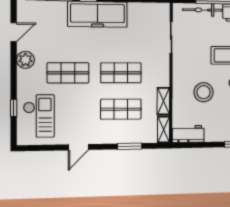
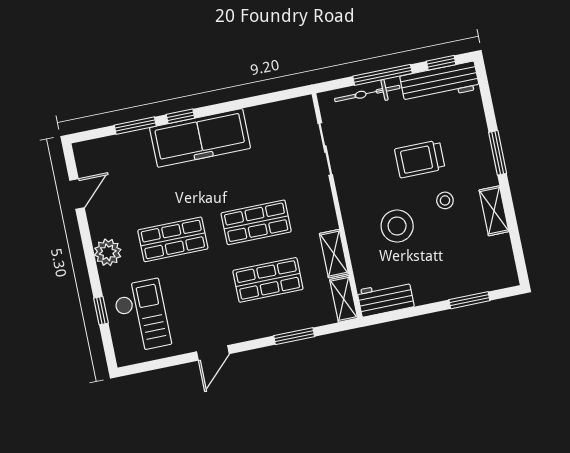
plant: (26, 60) -> (108, 252), moved

